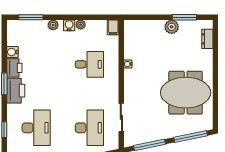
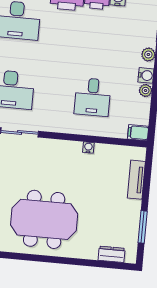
tv unit: (149, 25) -> (136, 180), added
plant: (172, 27) -> (132, 209), removed
meeting table: (186, 93) -> (44, 219), turned 90

